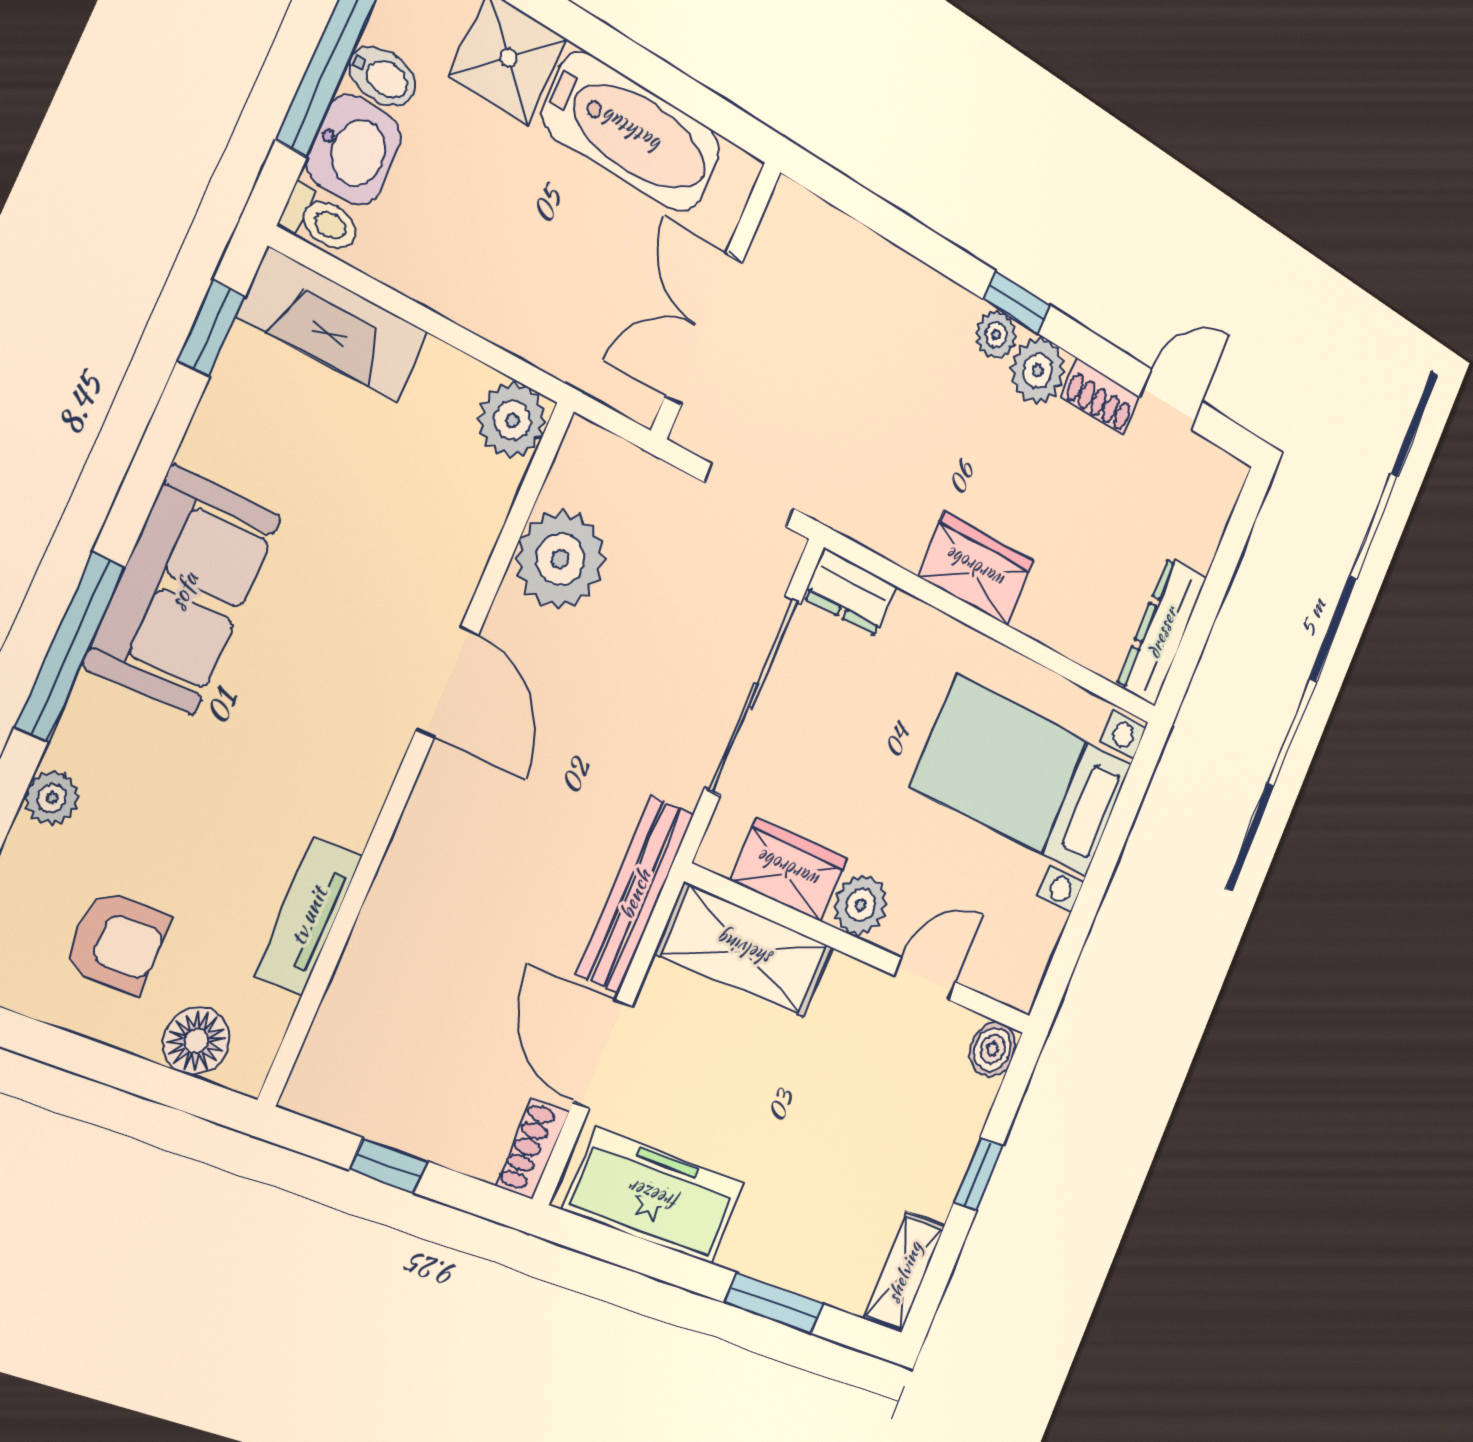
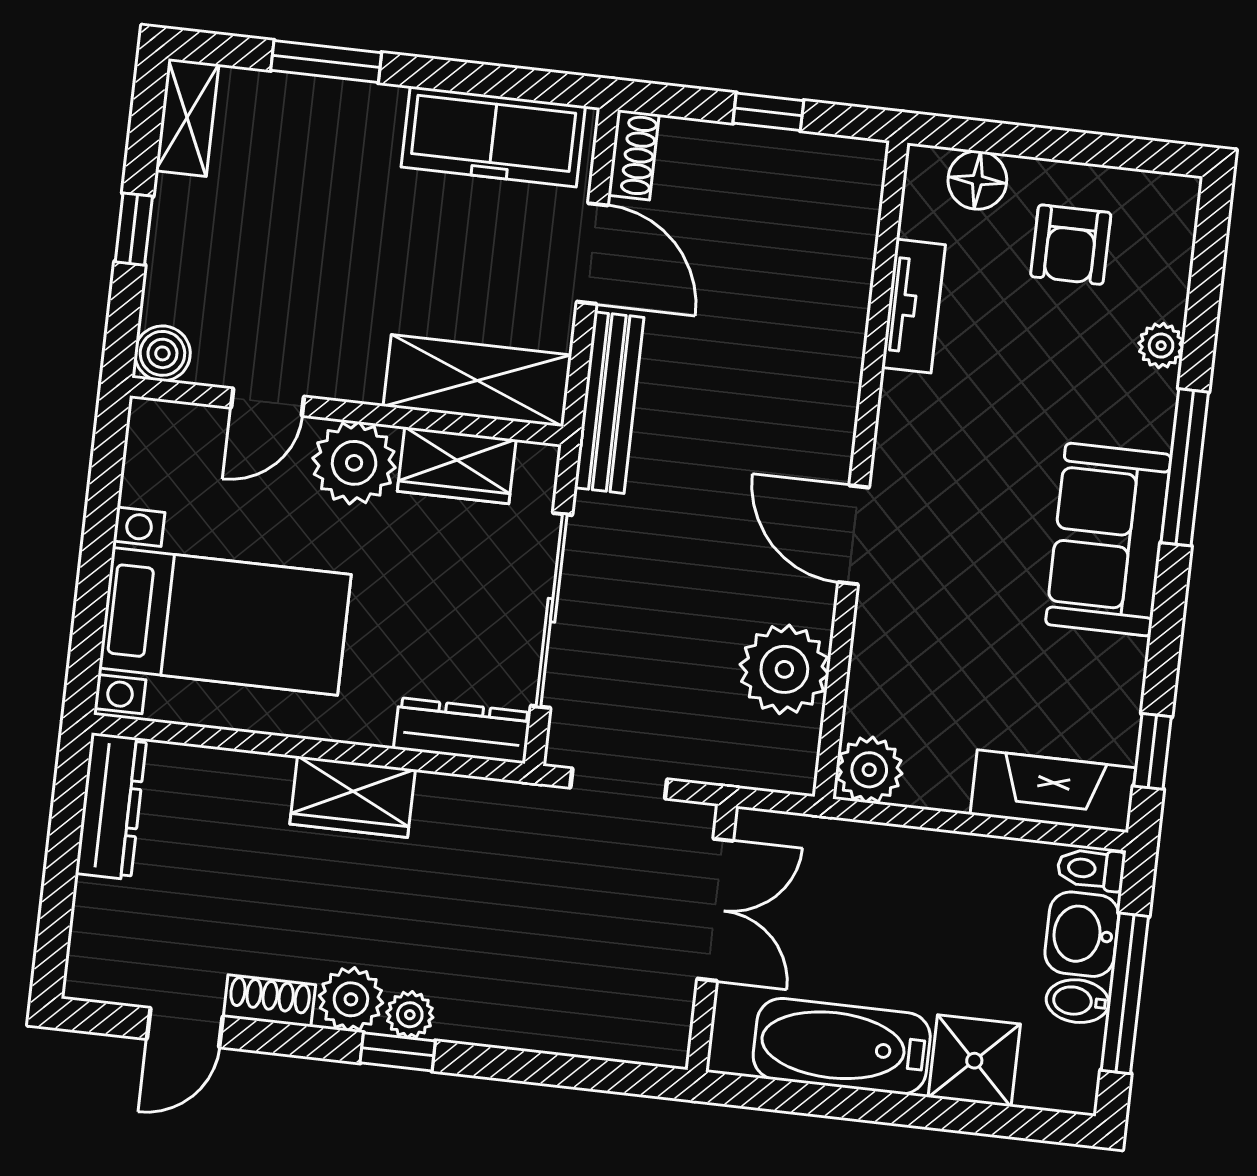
dresser: (850, 592) -> (462, 731), width x1.44
plant: (860, 905) -> (354, 463), width x1.36, depth x1.36
armchair: (117, 942) -> (1071, 245), turned -90

